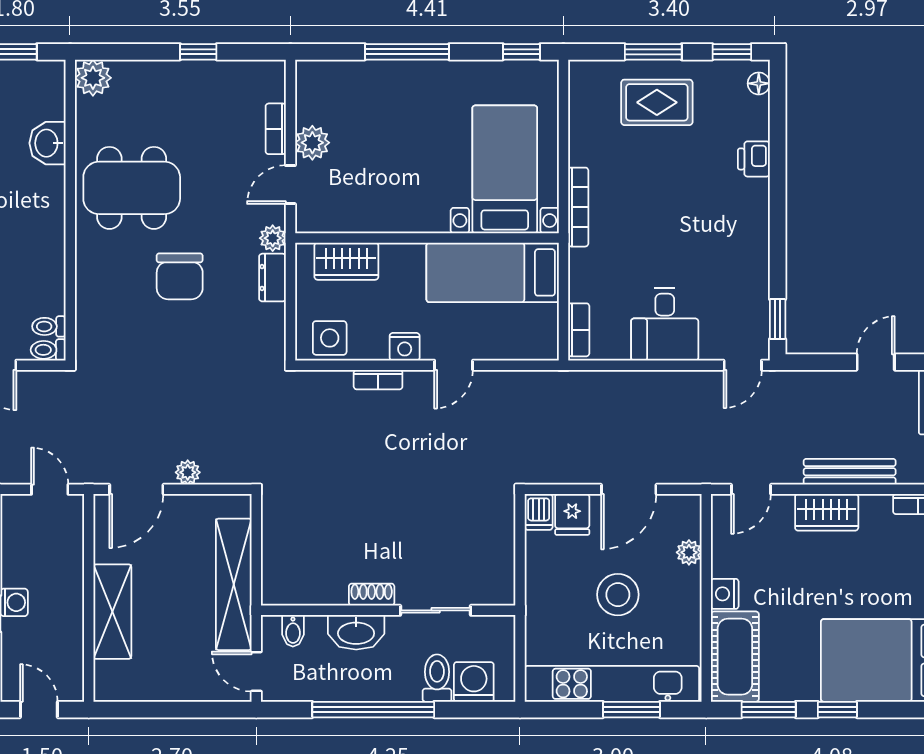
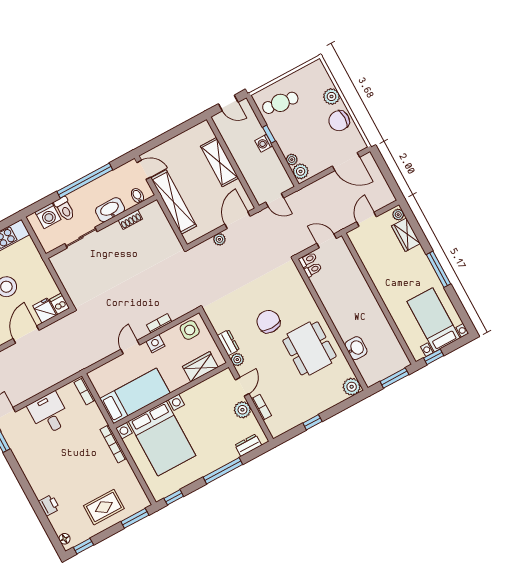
window: (653, 52) -> (135, 518), moved
dresser: (336, 73) -> (248, 445), added
bed with nightstands: (505, 169) -> (162, 438), width x1.36
dining table: (132, 188) -> (309, 348), turned 90
shoe rack: (372, 595) -> (130, 220), moved

